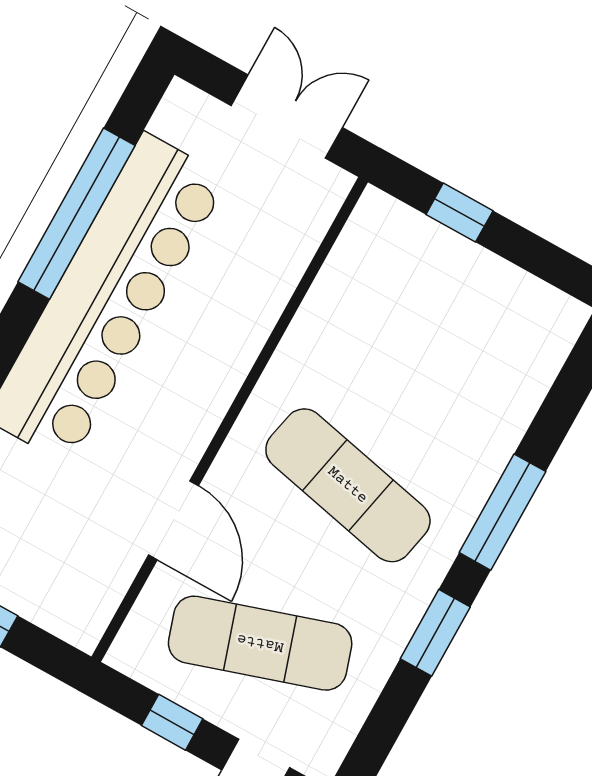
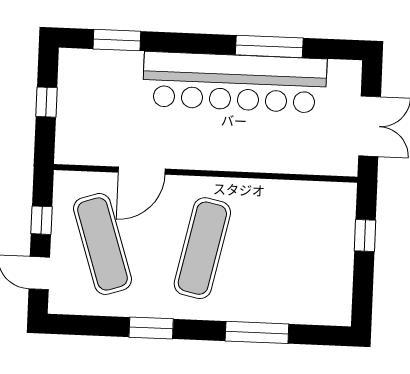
window: (77, 214) -> (269, 46), width x0.68
window: (502, 512) -> (257, 332), moved

